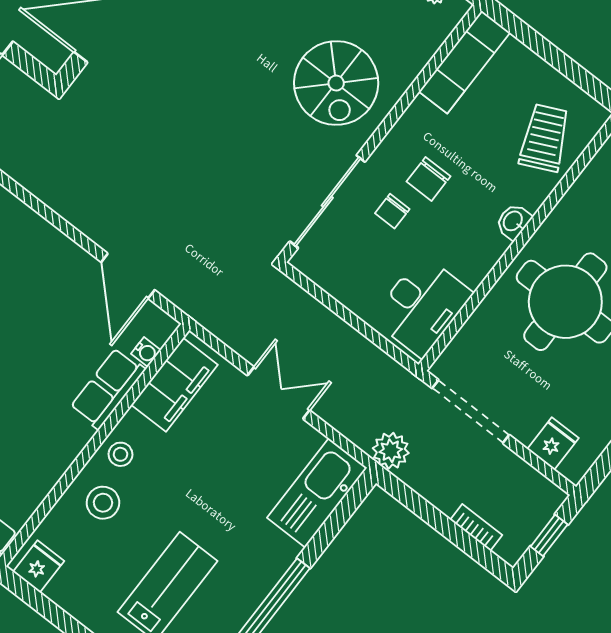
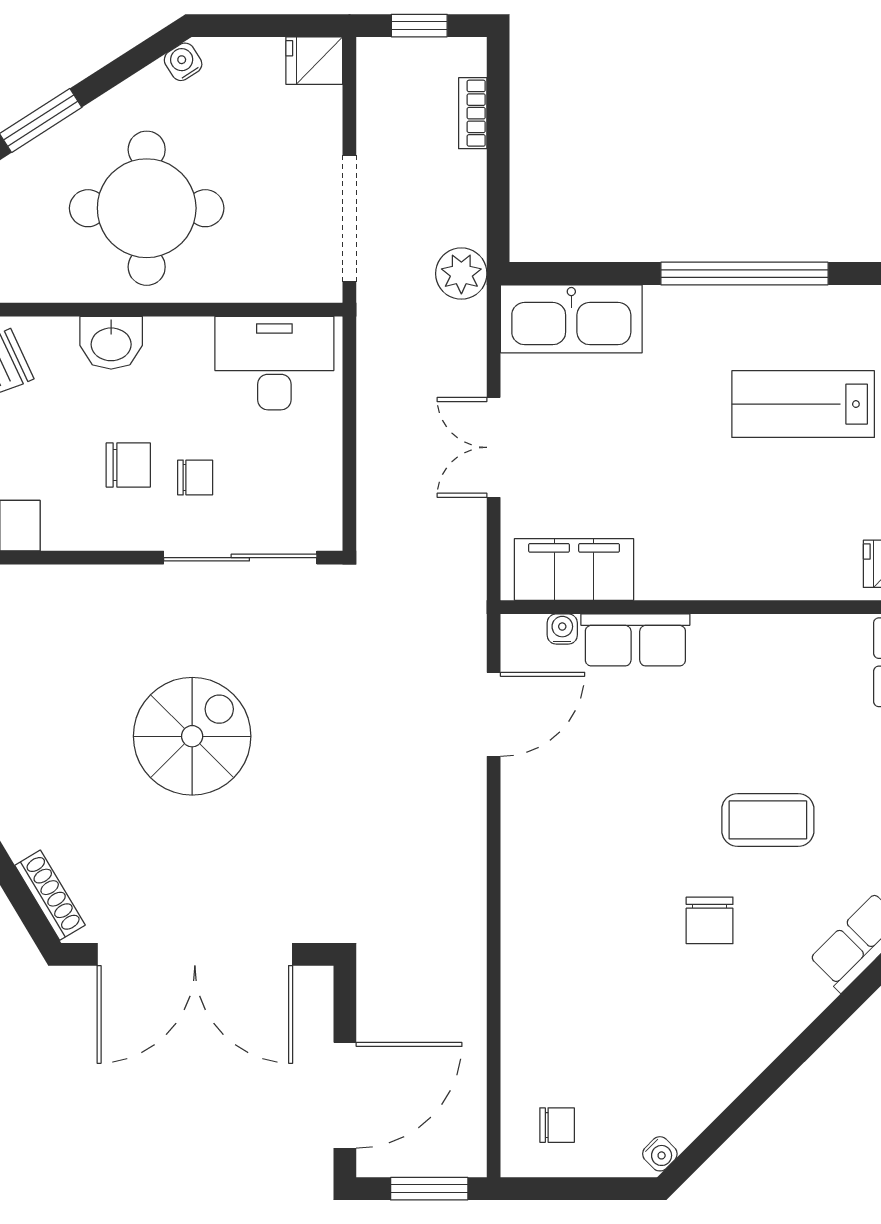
spiral stairs: (336, 83) -> (192, 736), moved
washbasin: (513, 221) -> (111, 343), width x1.38, depth x1.45
fridge: (553, 444) -> (314, 61), moved
stool: (120, 454) -> (697, 569), removed
stool: (103, 503) -> (766, 547), removed

